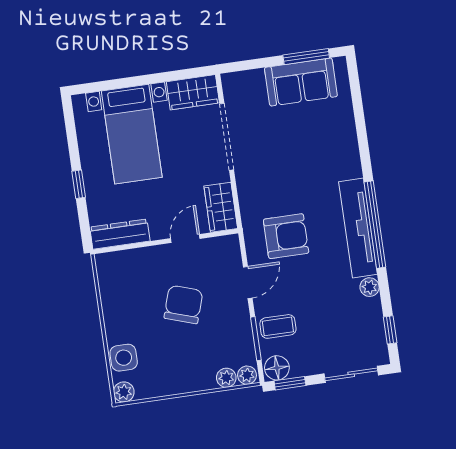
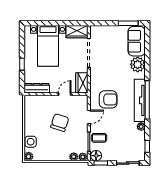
sofa: (301, 82) -> (137, 41), moved, turned 90
plant: (341, 147) -> (138, 64), added

